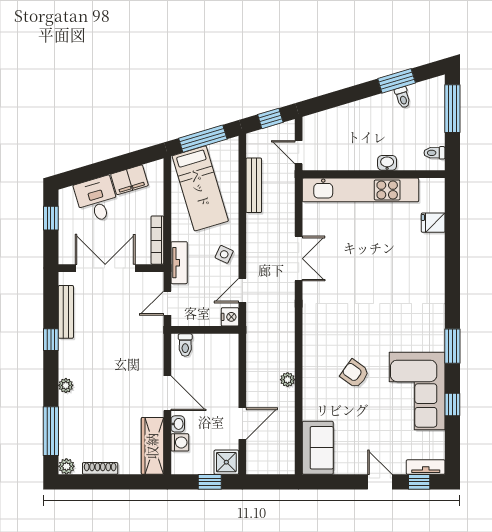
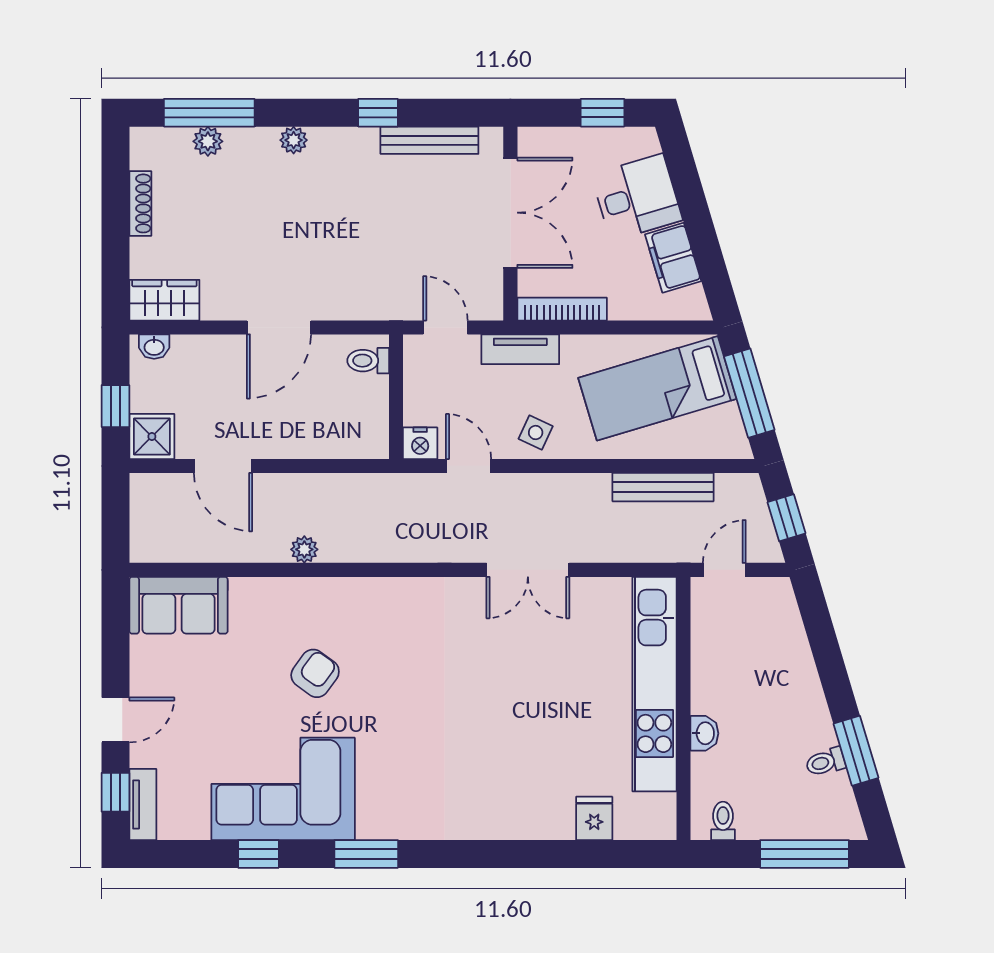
washbasin: (178, 424) -> (154, 347), moved
washing machine: (180, 442) -> (188, 351), removed
wardrobe: (152, 446) -> (164, 300), width x0.67
plant: (66, 466) -> (208, 141), moved

